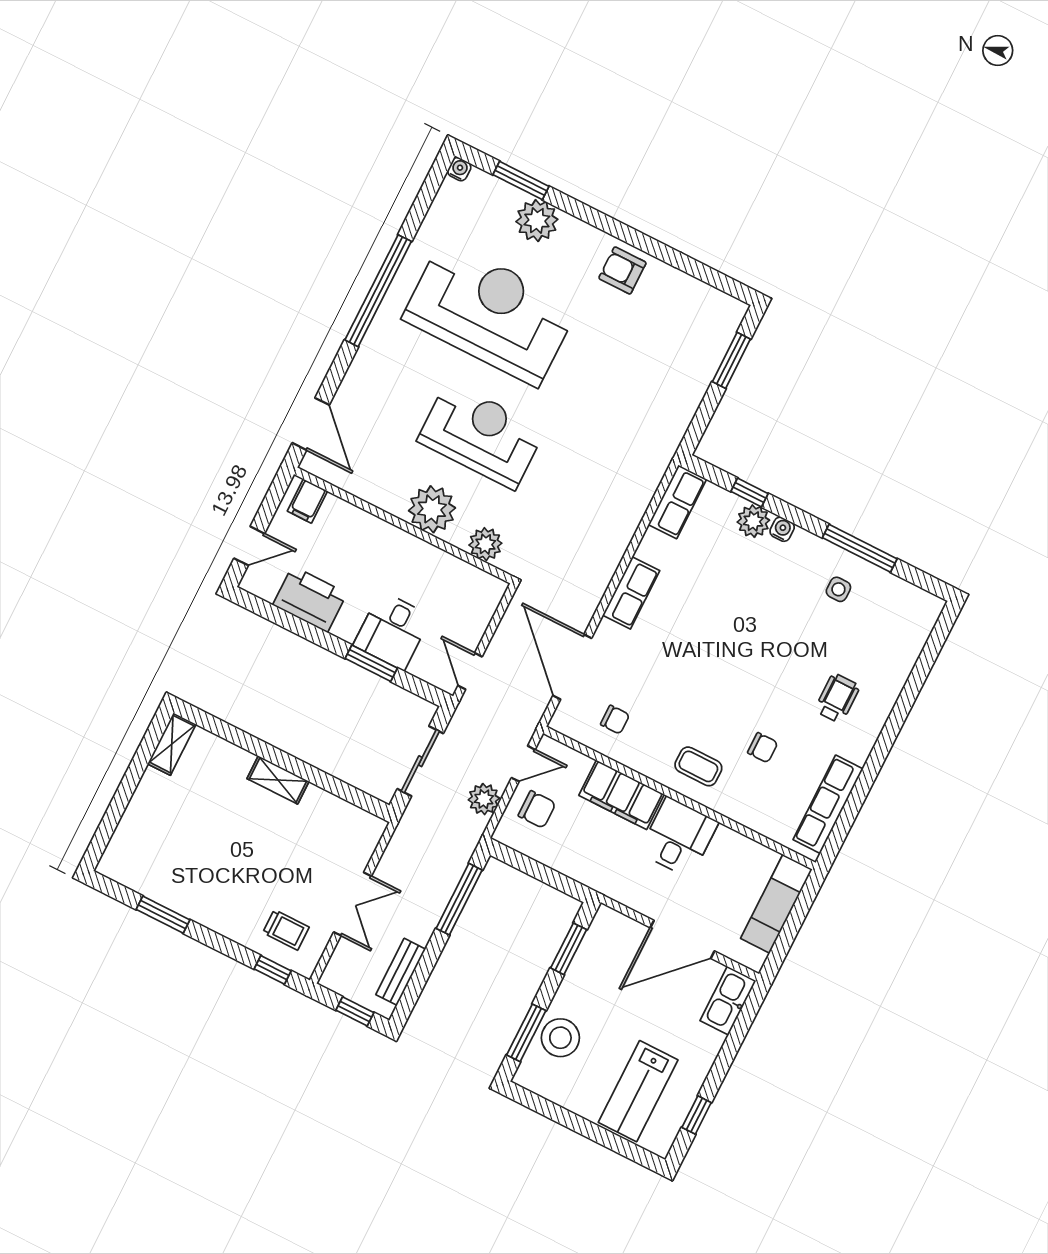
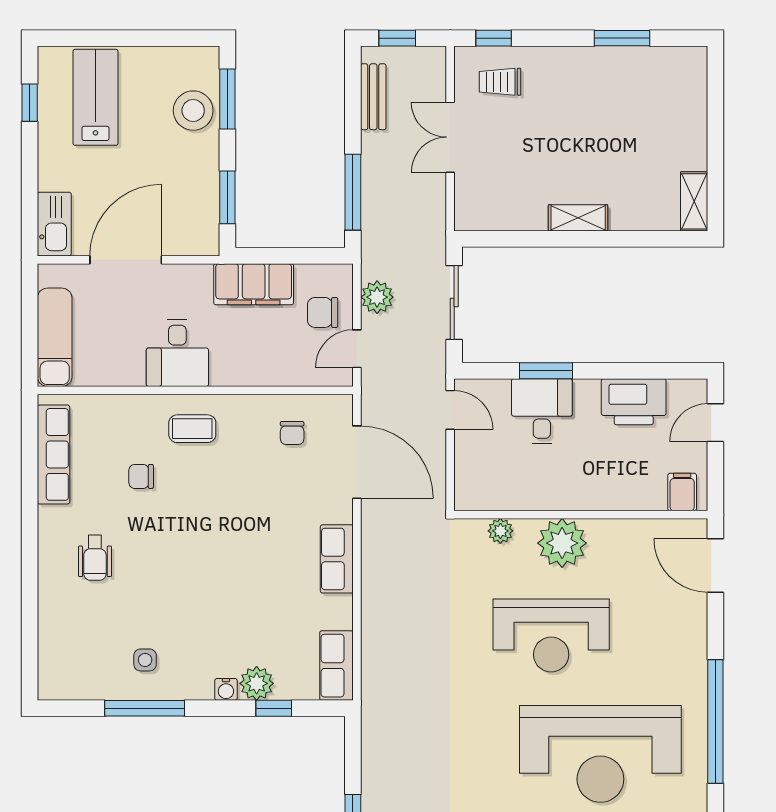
plant: (485, 544) -> (500, 531), width x0.73, depth x0.73
chair: (615, 720) -> (292, 433), turned -90
filing cabinet: (622, 795) -> (254, 284), moved, turned 180

